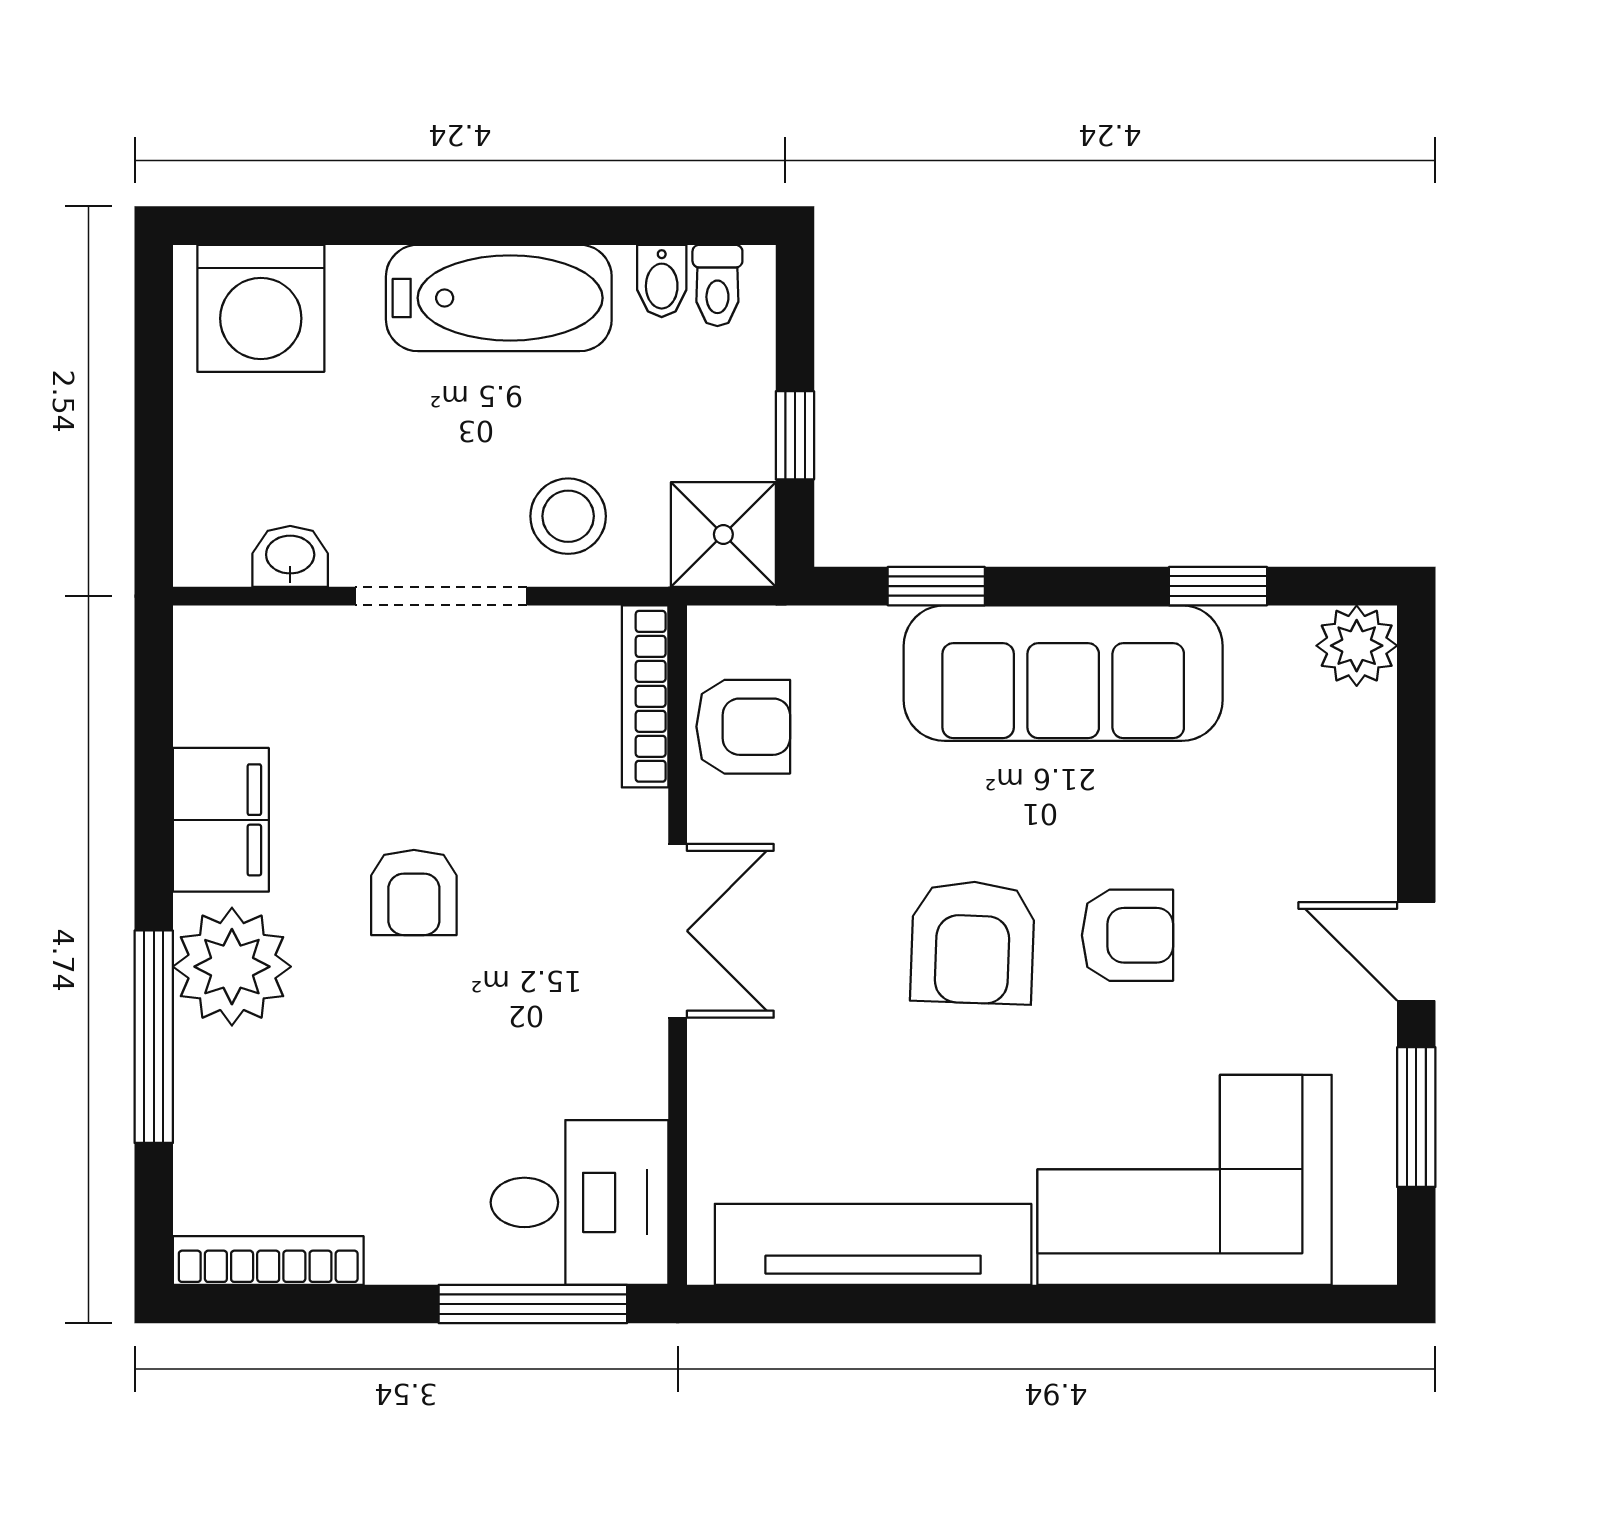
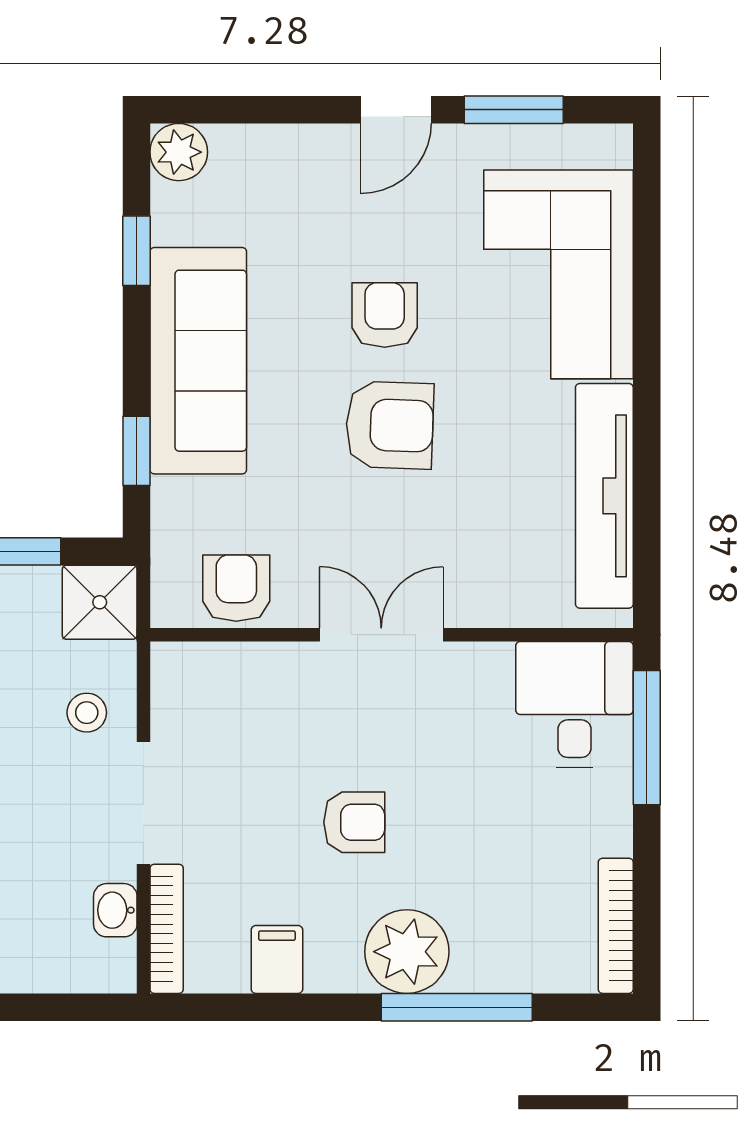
stool: (568, 516) -> (87, 713), width x0.73, depth x0.73
bookcase: (645, 696) -> (167, 929), moved, turned -90
filing cabinet: (221, 820) -> (277, 959), width x0.50

